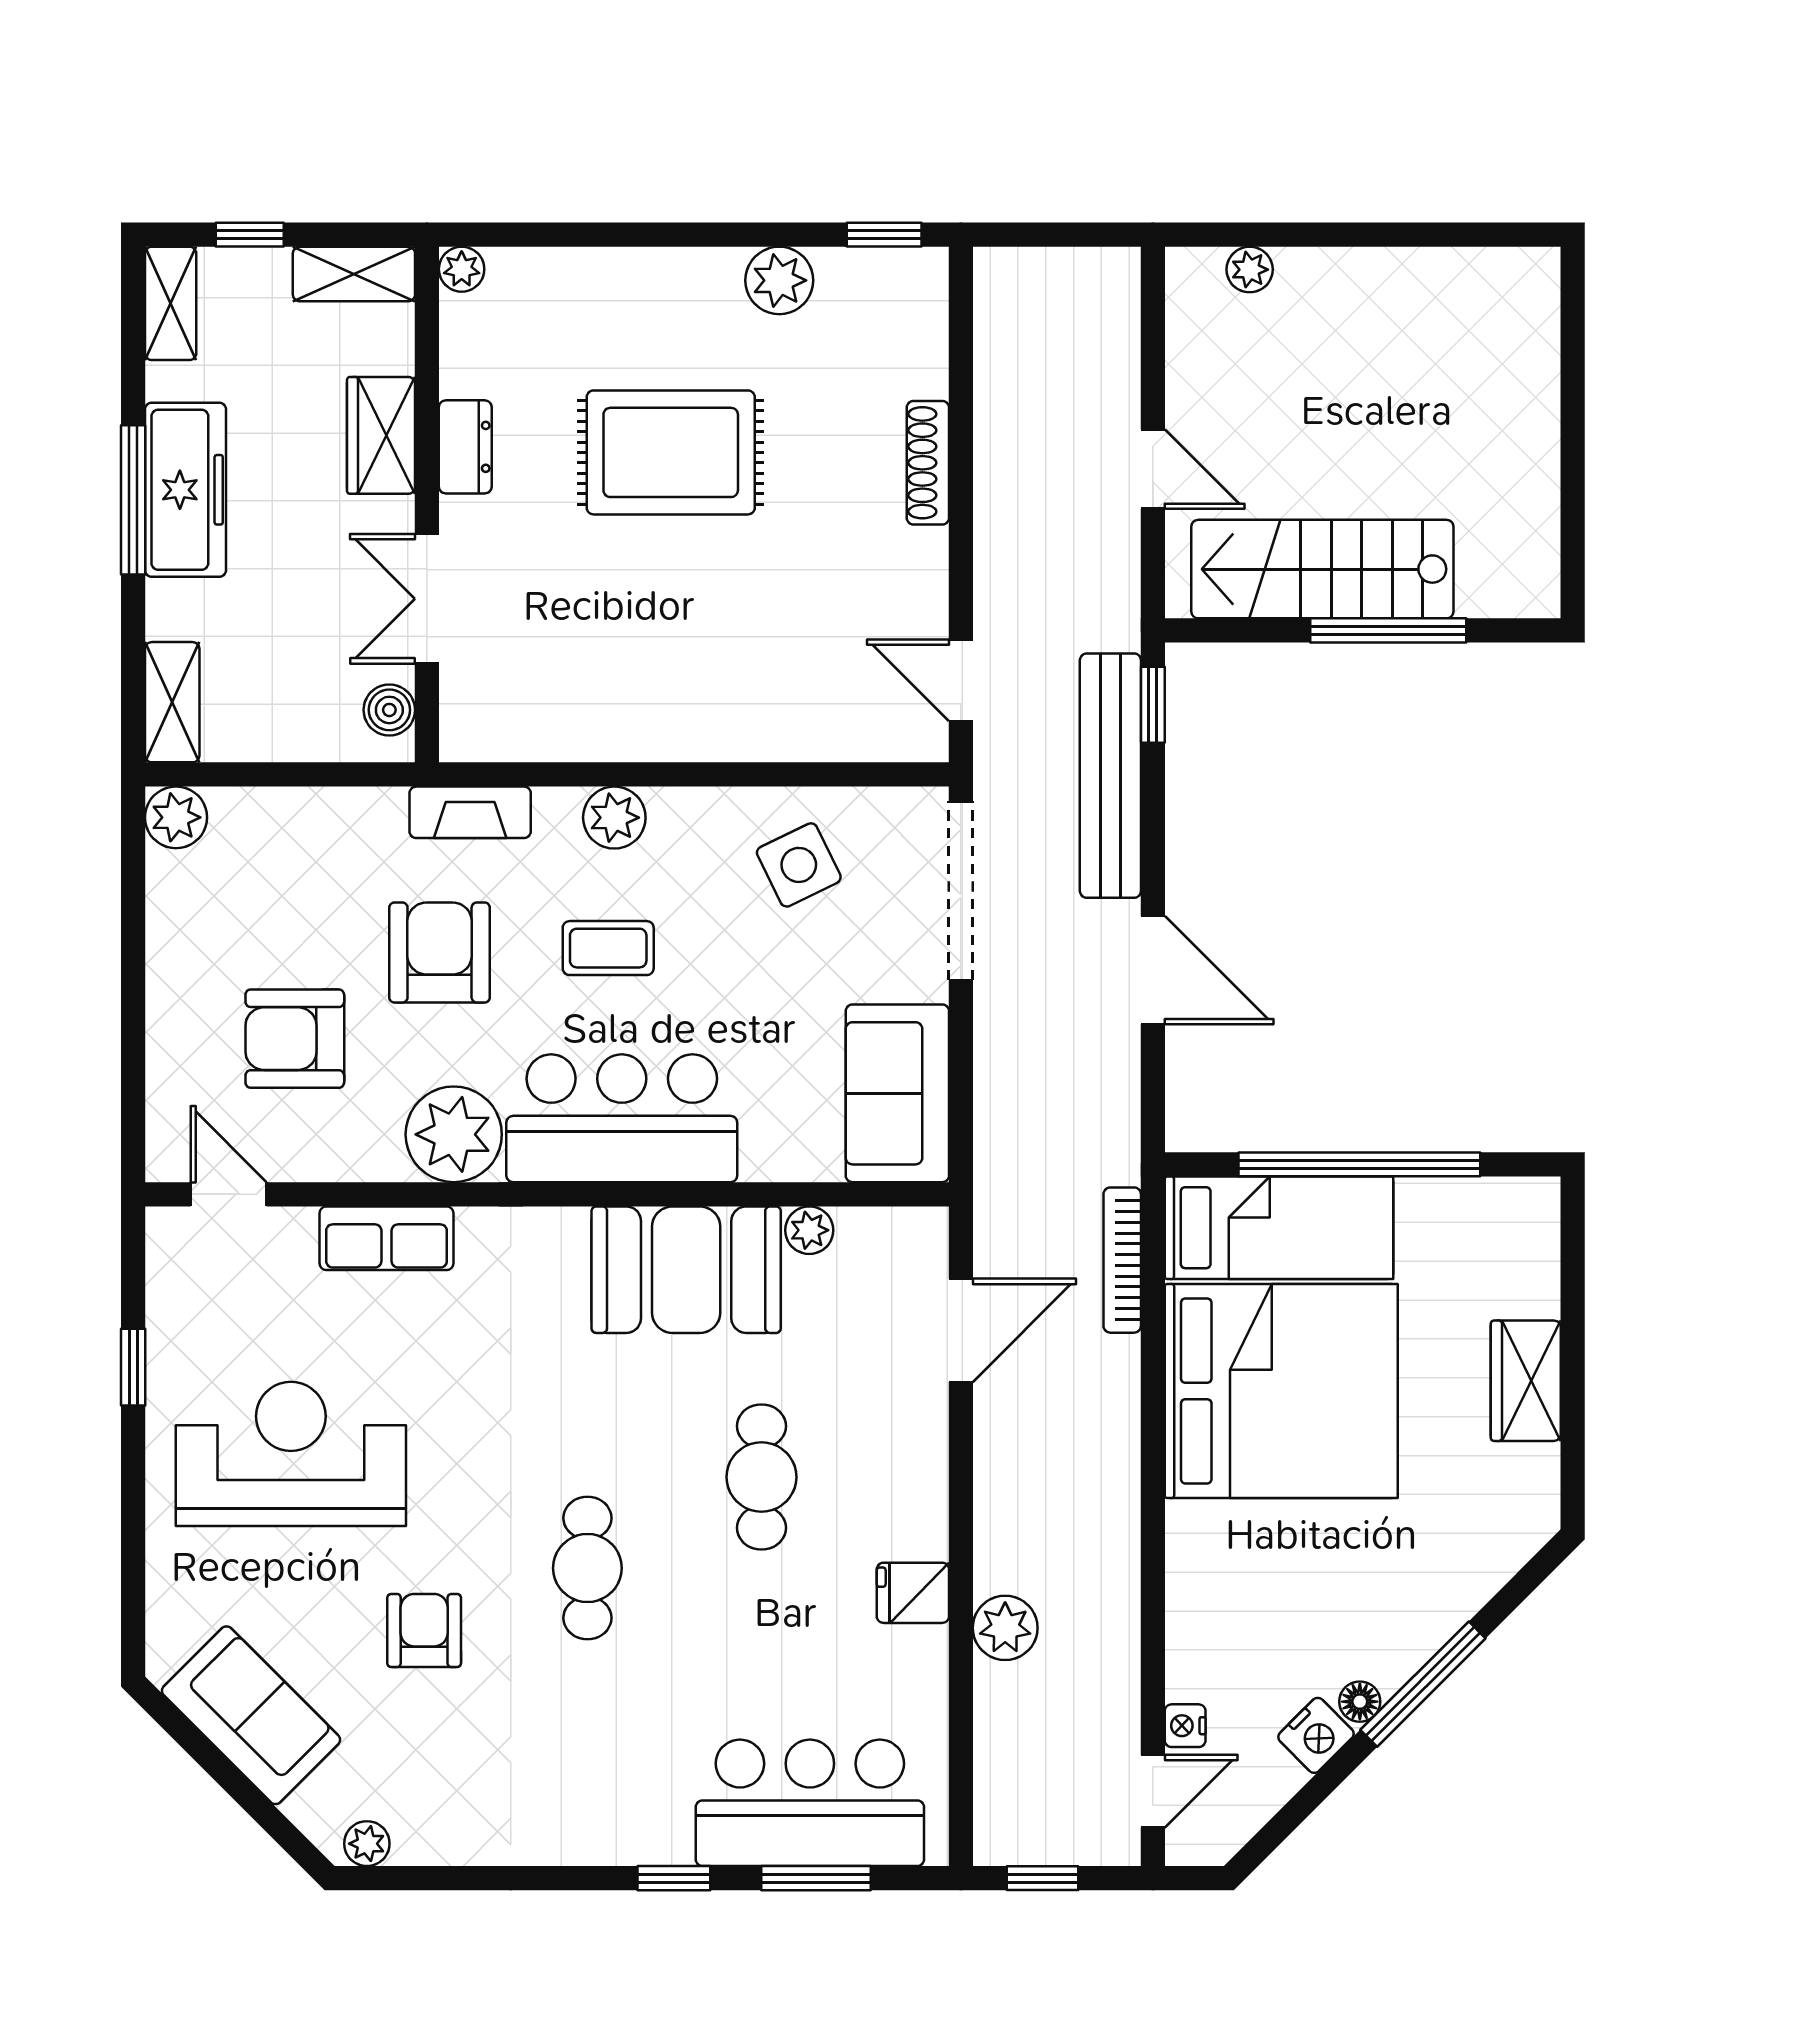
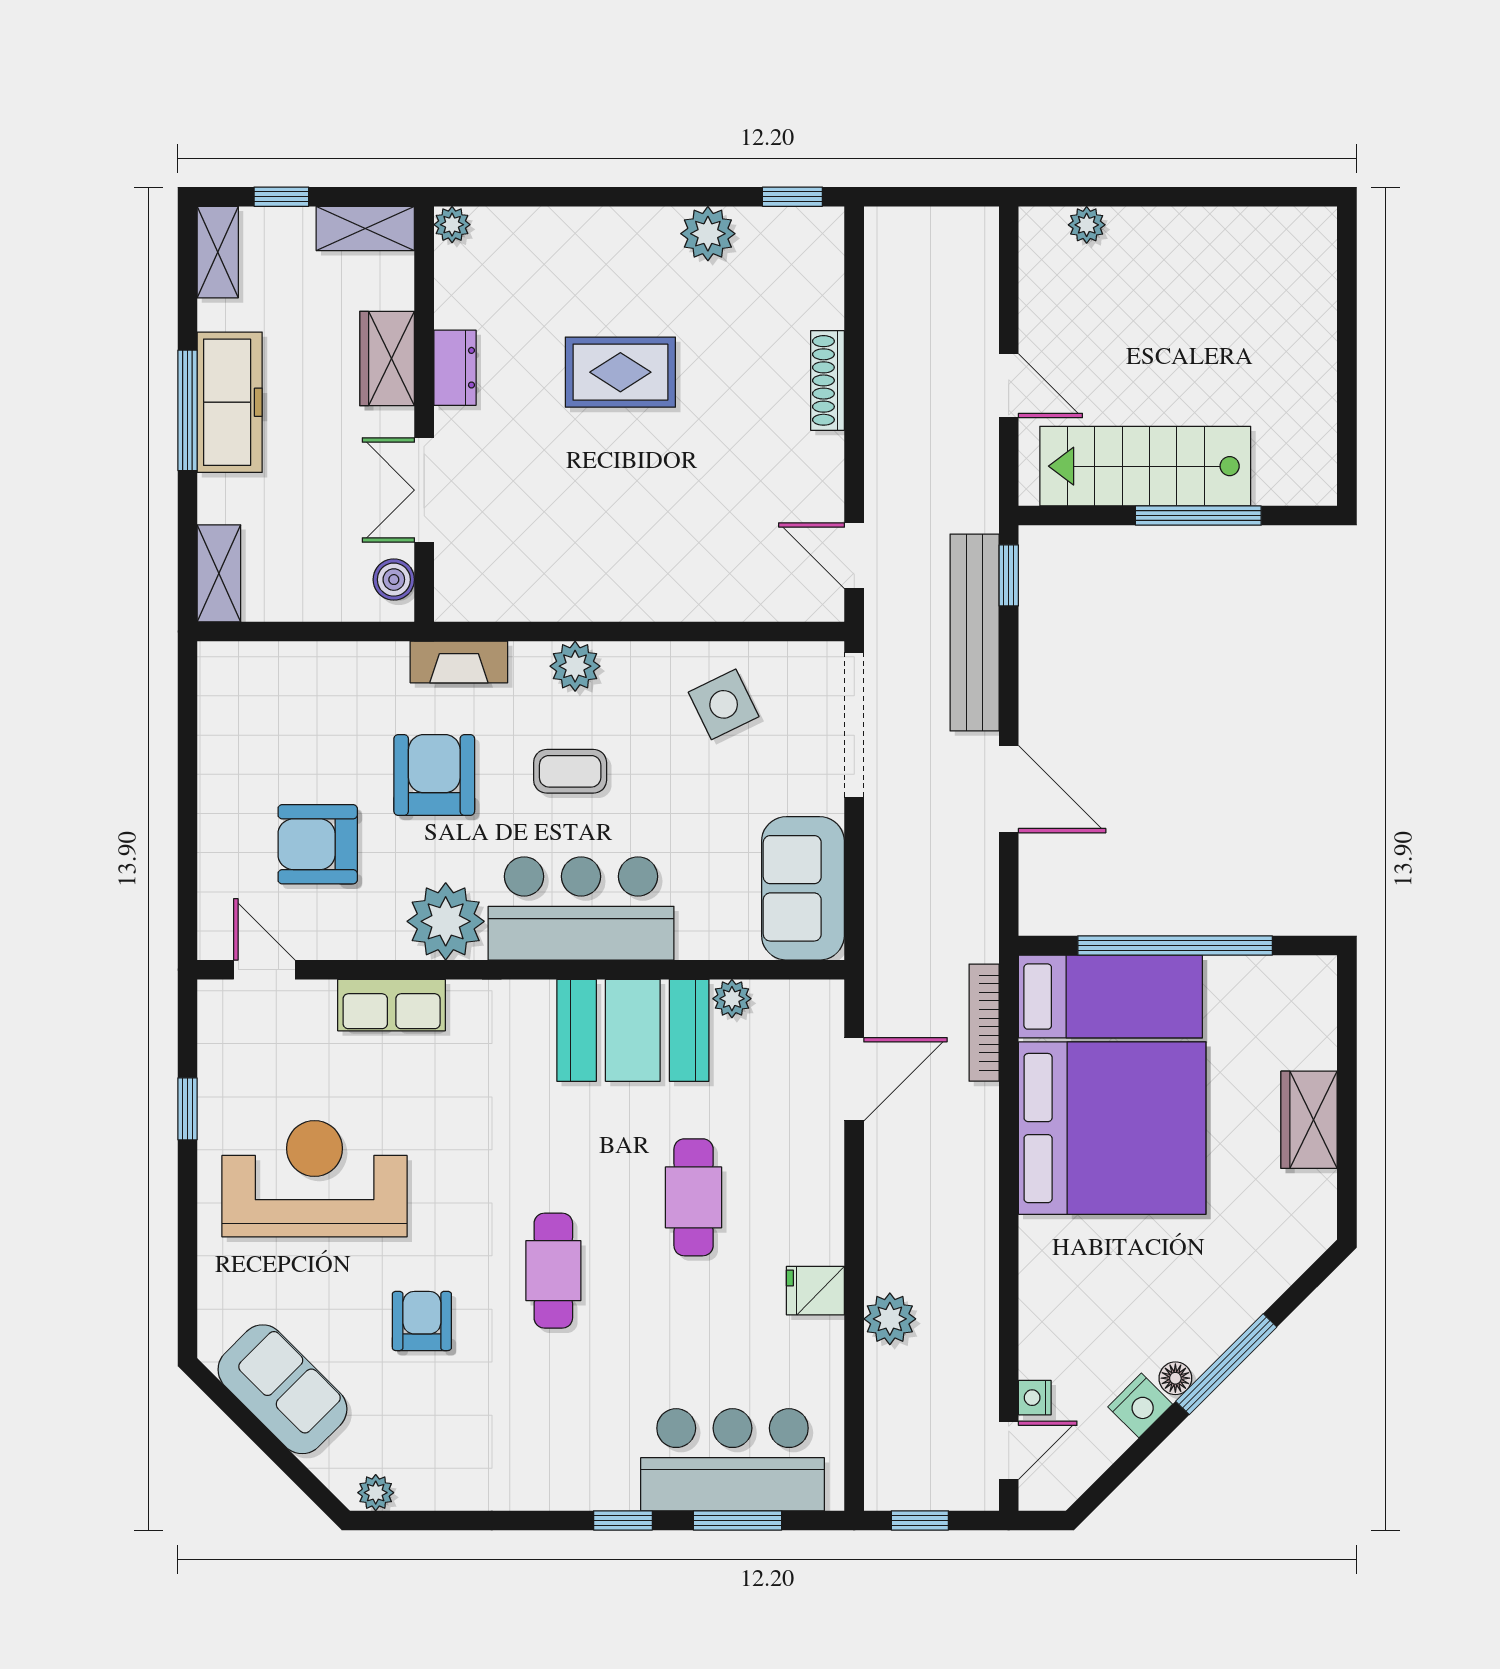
rug: (671, 452) -> (620, 372), width x0.73, depth x0.70
plant: (176, 817) -> (222, 666), removed

